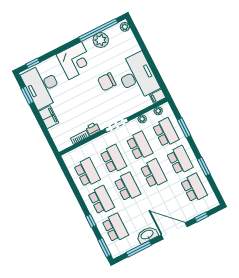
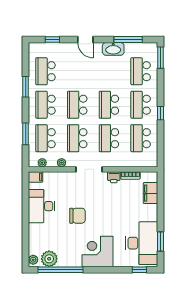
plant: (101, 40) -> (49, 259), moved
desk: (137, 76) -> (42, 206), width x0.73, depth x0.77
filing cabinet: (49, 117) -> (151, 193), moved
window: (91, 221) -> (161, 113), moved
door: (174, 231) -> (85, 40), width x0.53

